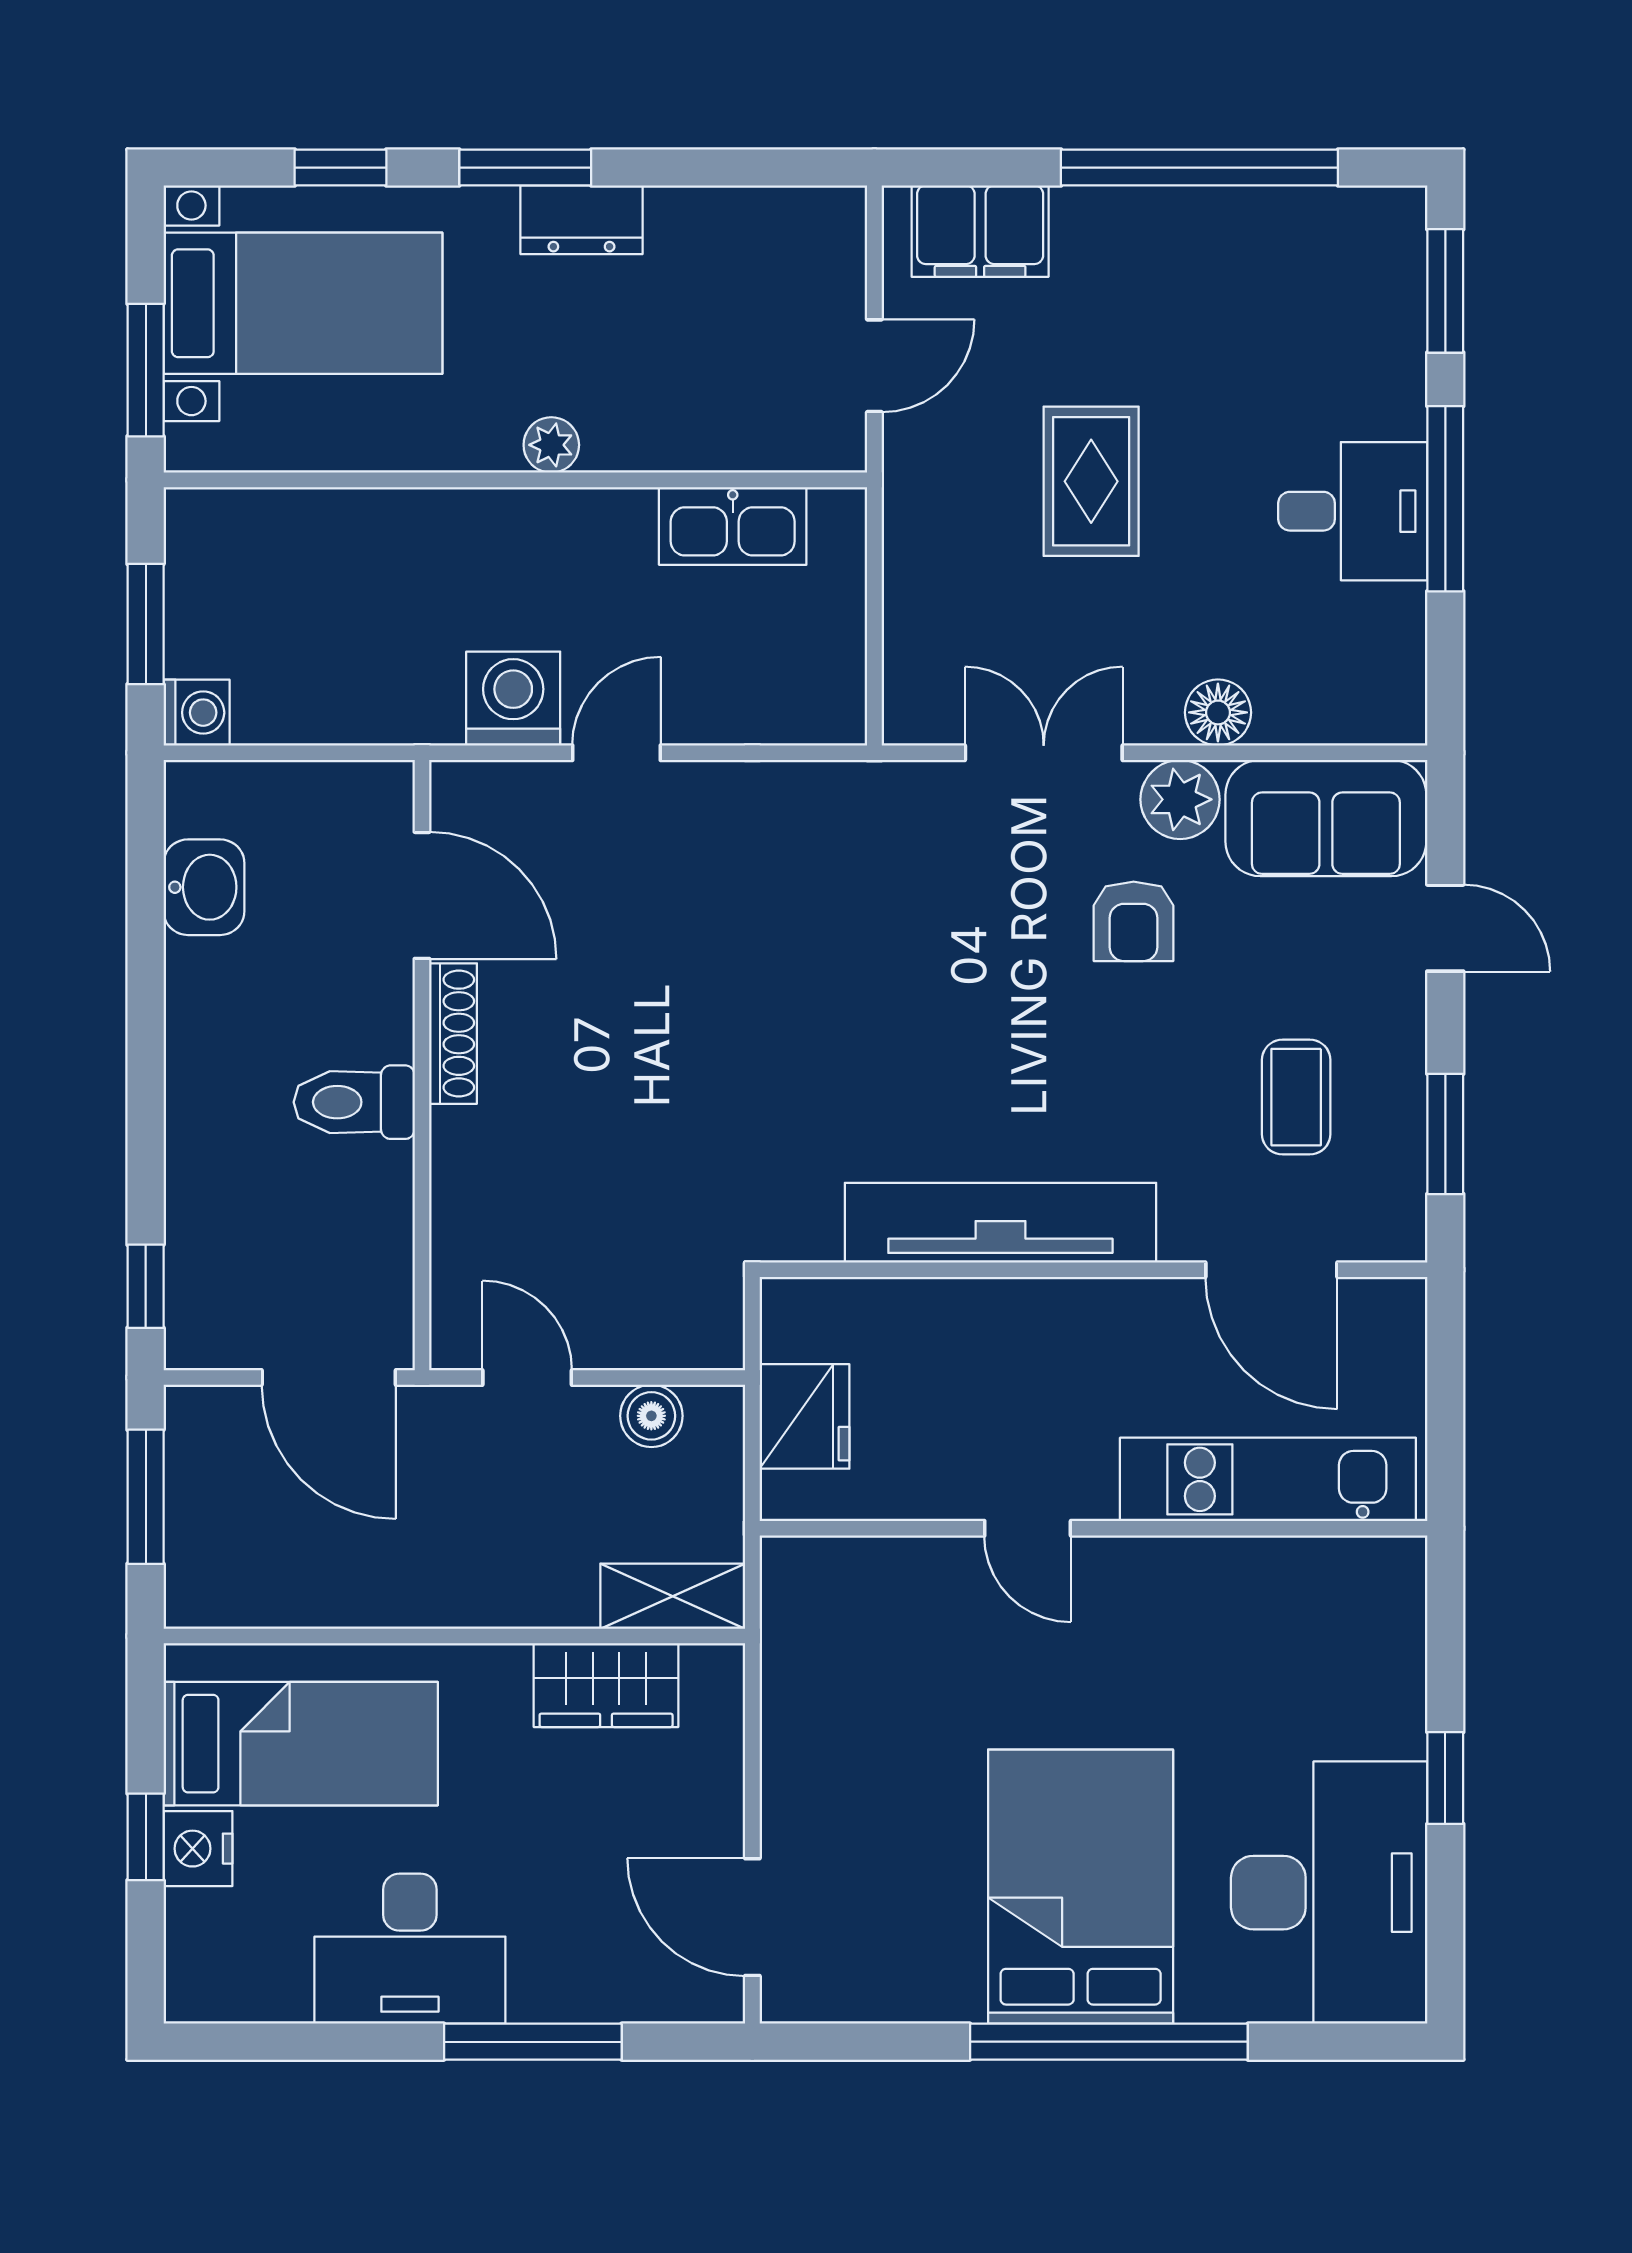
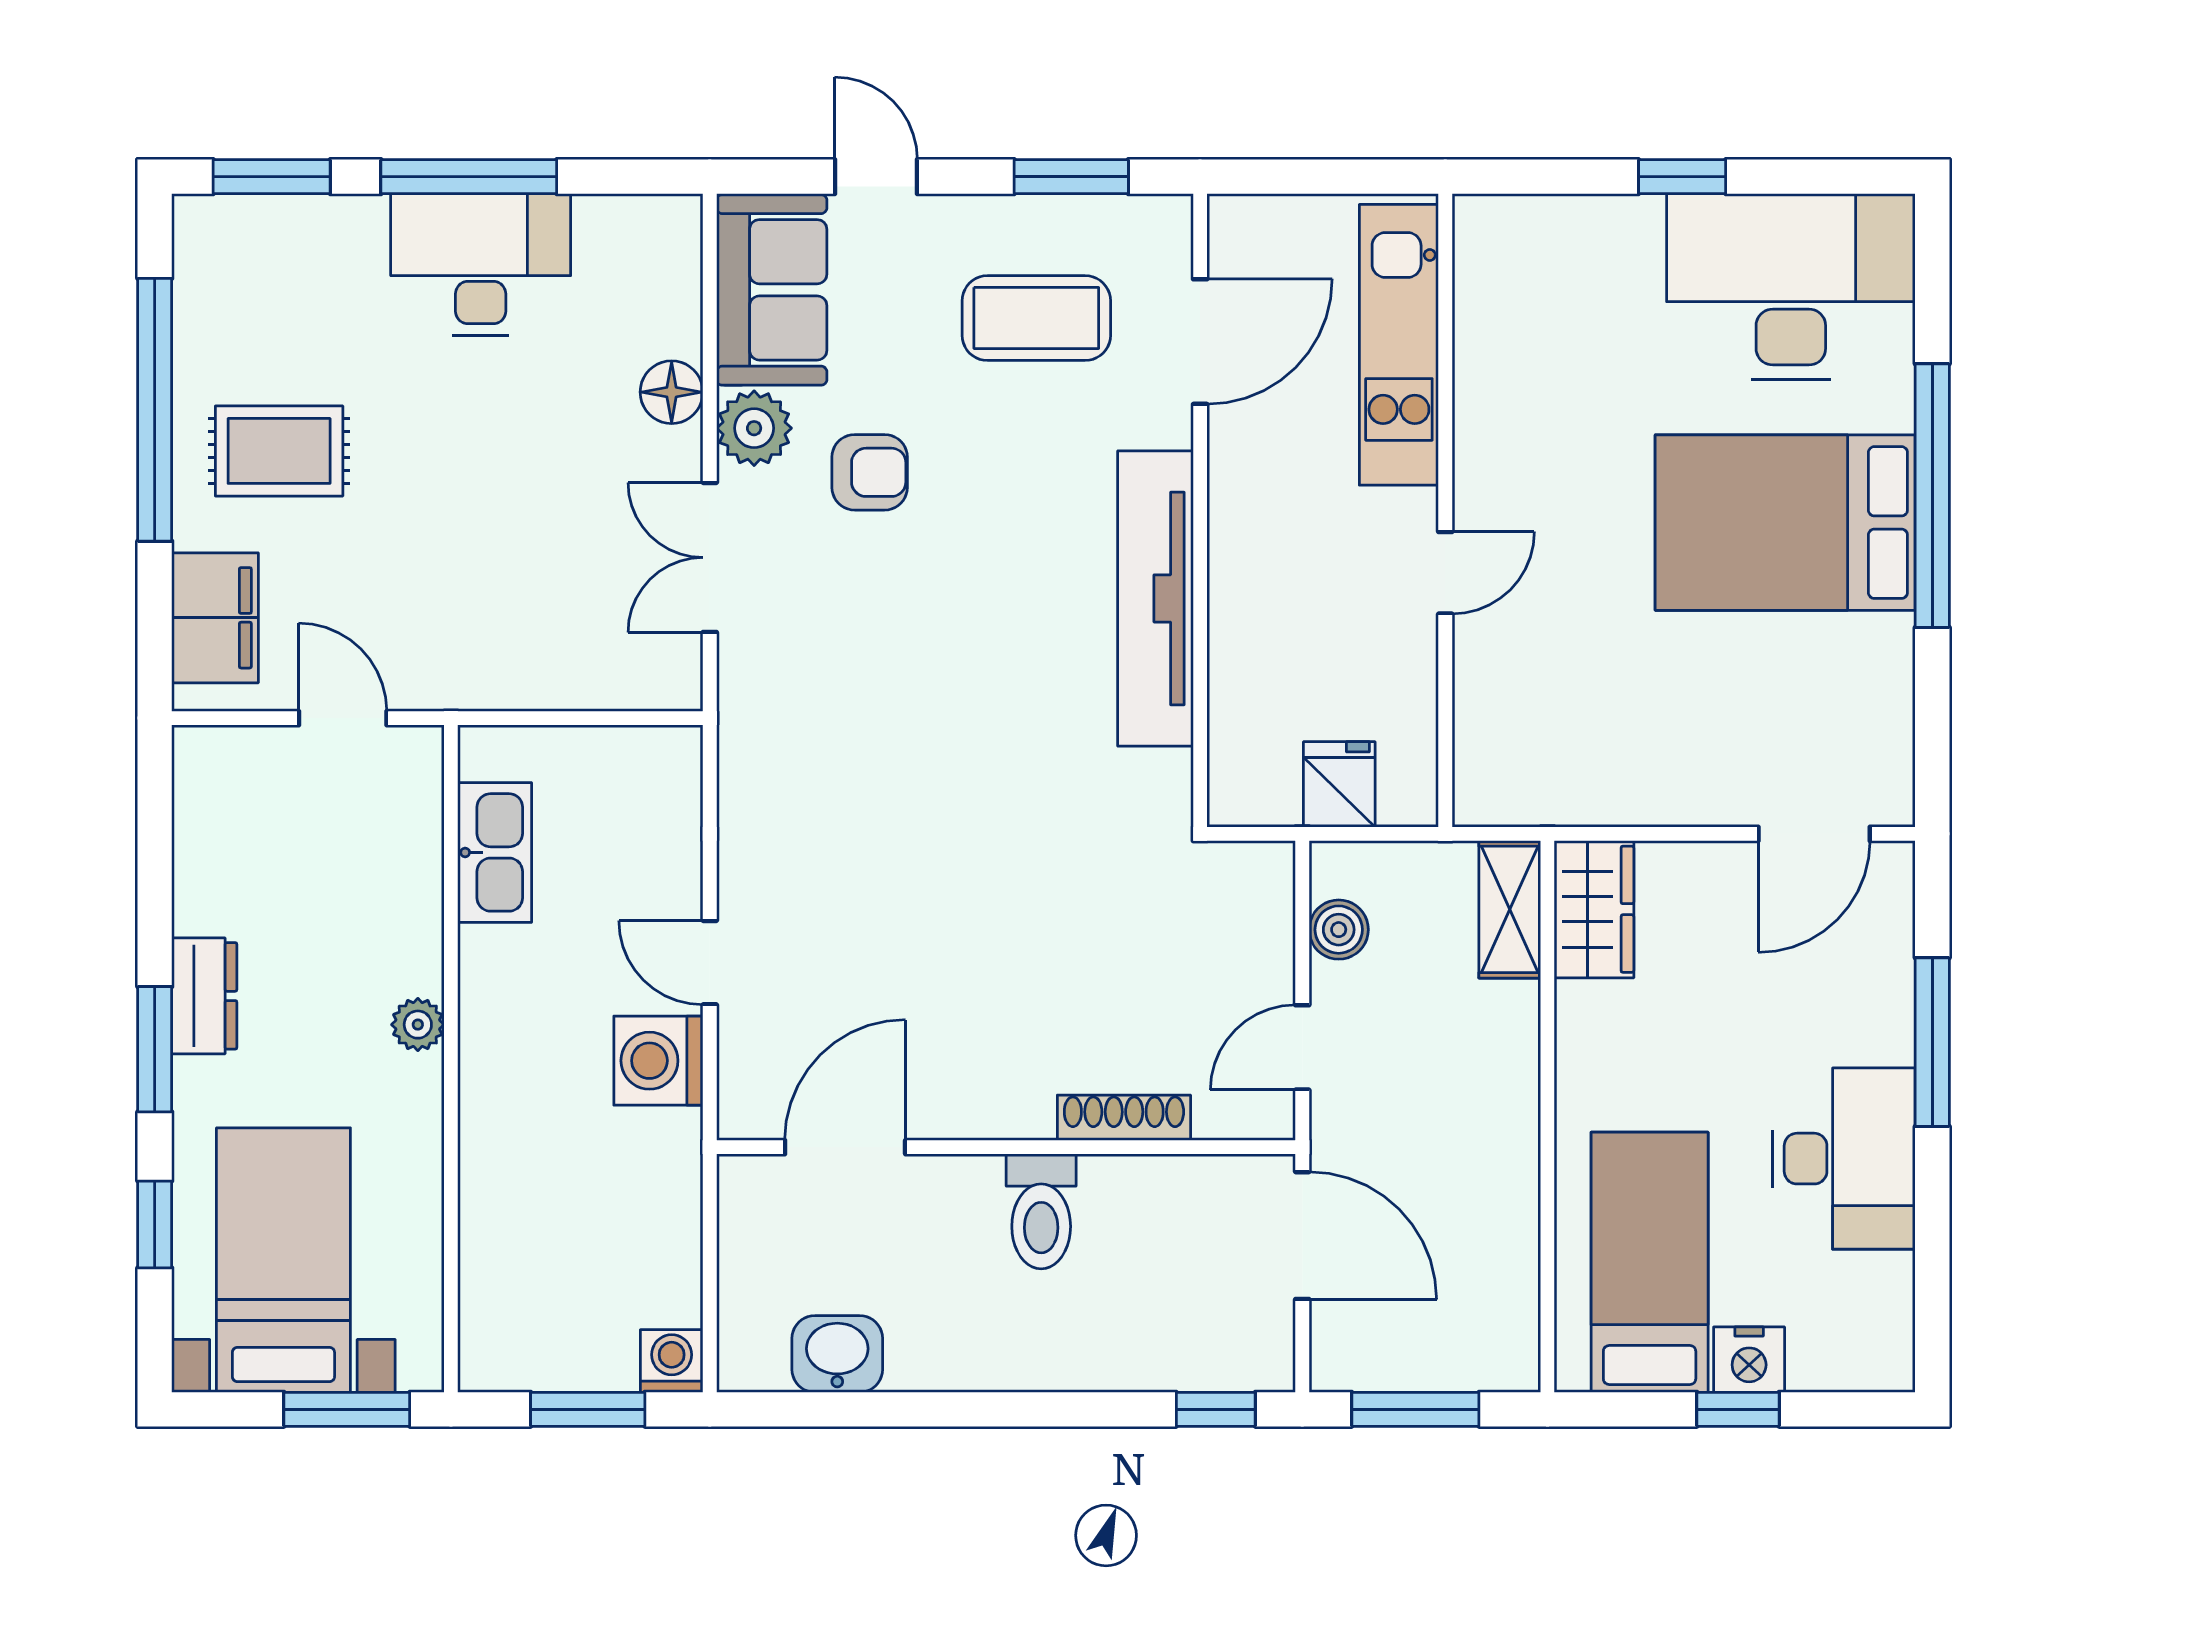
rug: (1091, 481) -> (279, 451), moved
desk: (1353, 511) -> (481, 264), width x1.37
door: (1445, 928) -> (876, 177), hinge flipped
shoe rack: (453, 1034) -> (1124, 1118), moved
coffee table: (1296, 1097) -> (1036, 318), width x1.36, depth x1.30
door: (329, 1377) -> (1302, 1236), hinge flipped
fridge: (804, 1416) -> (1339, 784), width x0.72
wardrobe: (606, 1685) -> (1594, 909), moved

